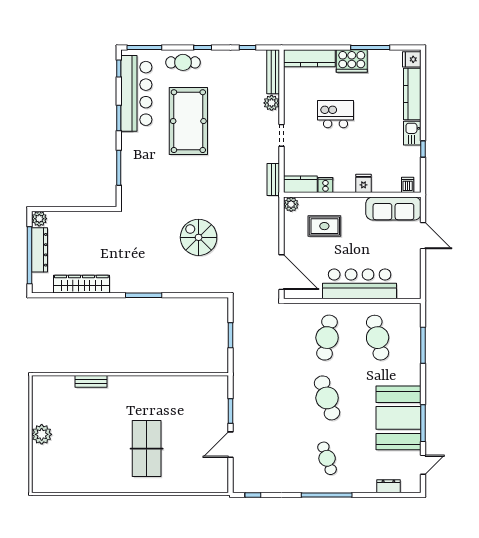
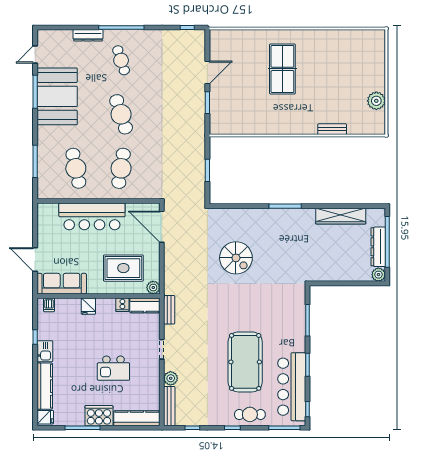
rug: (324, 226) -> (123, 268), width x1.36, depth x1.43
plant: (42, 434) -> (376, 101), moved
dresser: (388, 486) -> (88, 35), moved, width x1.44

